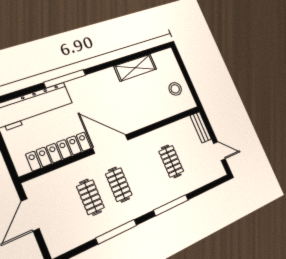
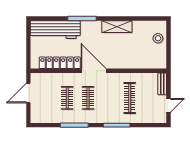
shelving: (135, 68) -> (117, 27), moved
stool: (175, 89) -> (158, 38), moved
door: (219, 151) -> (168, 105), hinge flipped
clothes rail: (171, 161) -> (130, 98), width x1.36

